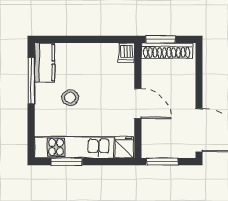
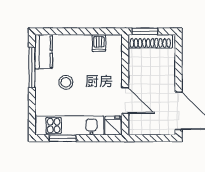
dishwasher: (127, 53) -> (99, 43), moved
door: (138, 104) -> (125, 100), moved
window: (162, 162) -> (146, 138), removed

